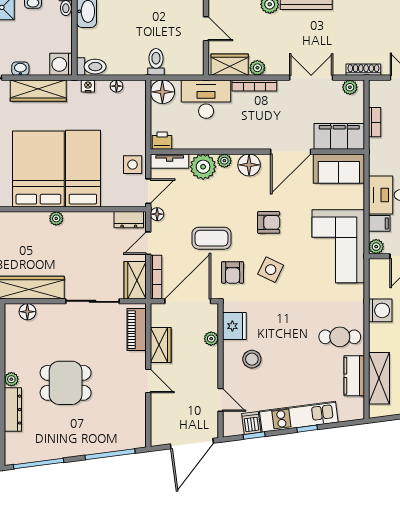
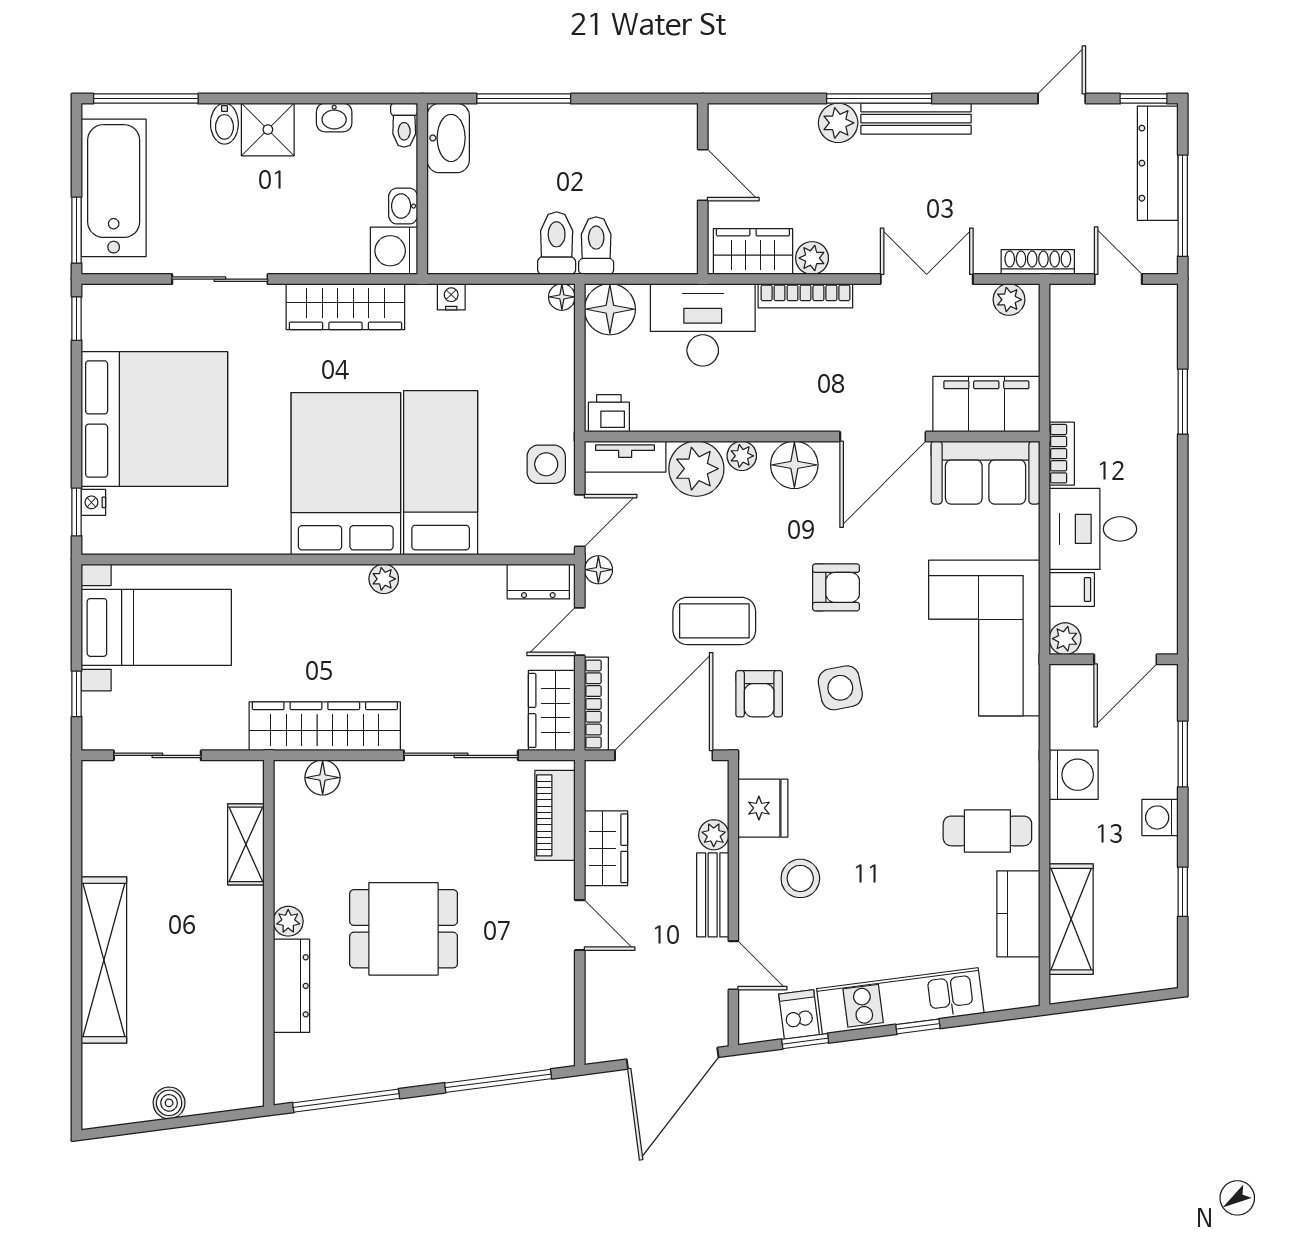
toilet: (91, 67) -> (557, 243), moved, turned -90
washbasin: (20, 69) -> (403, 206), moved, turned -90
floor lamp: (116, 86) -> (562, 297), moved
bookcase: (375, 122) -> (1062, 454), moved
side table: (271, 270) -> (840, 688), turned -37
bench: (211, 367) -> (713, 895), added

